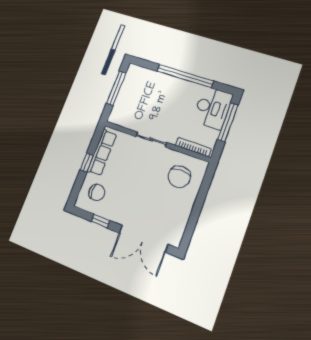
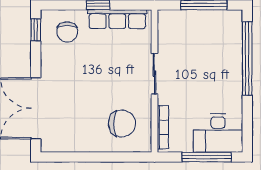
window: (185, 76) -> (247, 58), moved
chair: (179, 177) -> (122, 124), turned 180
window: (101, 221) -> (36, 30), moved

